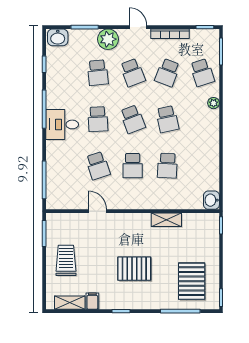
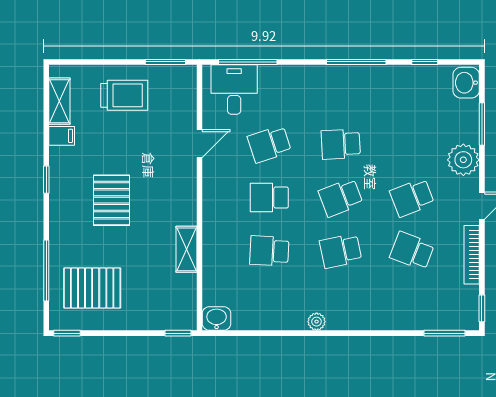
school desk: (98, 73) -> (412, 144), removed
school desk: (202, 73) -> (412, 304), removed
plant: (214, 103) -> (317, 322), moved
desk: (62, 124) -> (234, 89), moved

